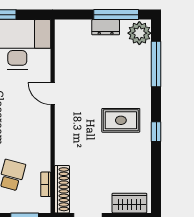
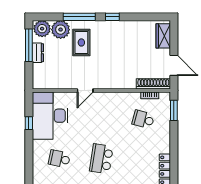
plant: (138, 59) -> (61, 30), added
window: (156, 64) -> (79, 17), moved
rug: (121, 120) -> (81, 42), moved

